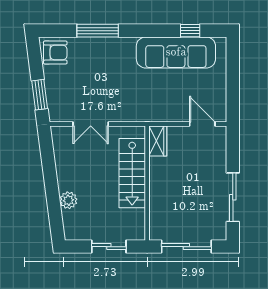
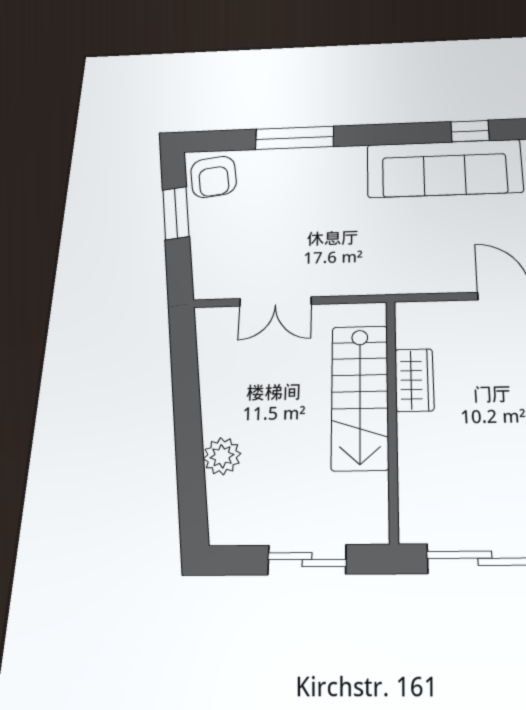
armchair: (55, 53) -> (213, 177), turned 82
window: (40, 95) -> (176, 213), moved
wardrobe: (158, 141) -> (414, 380), moved

